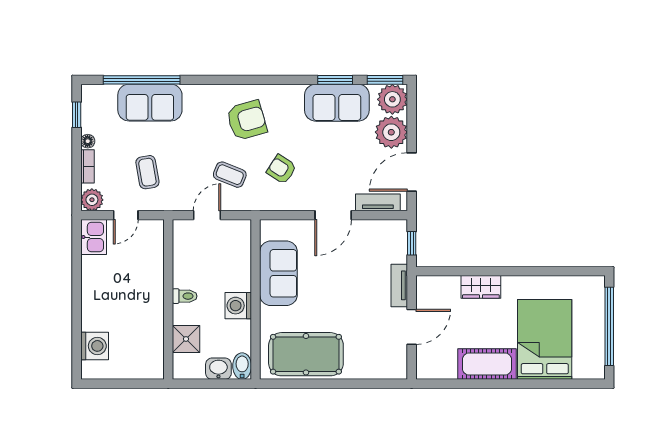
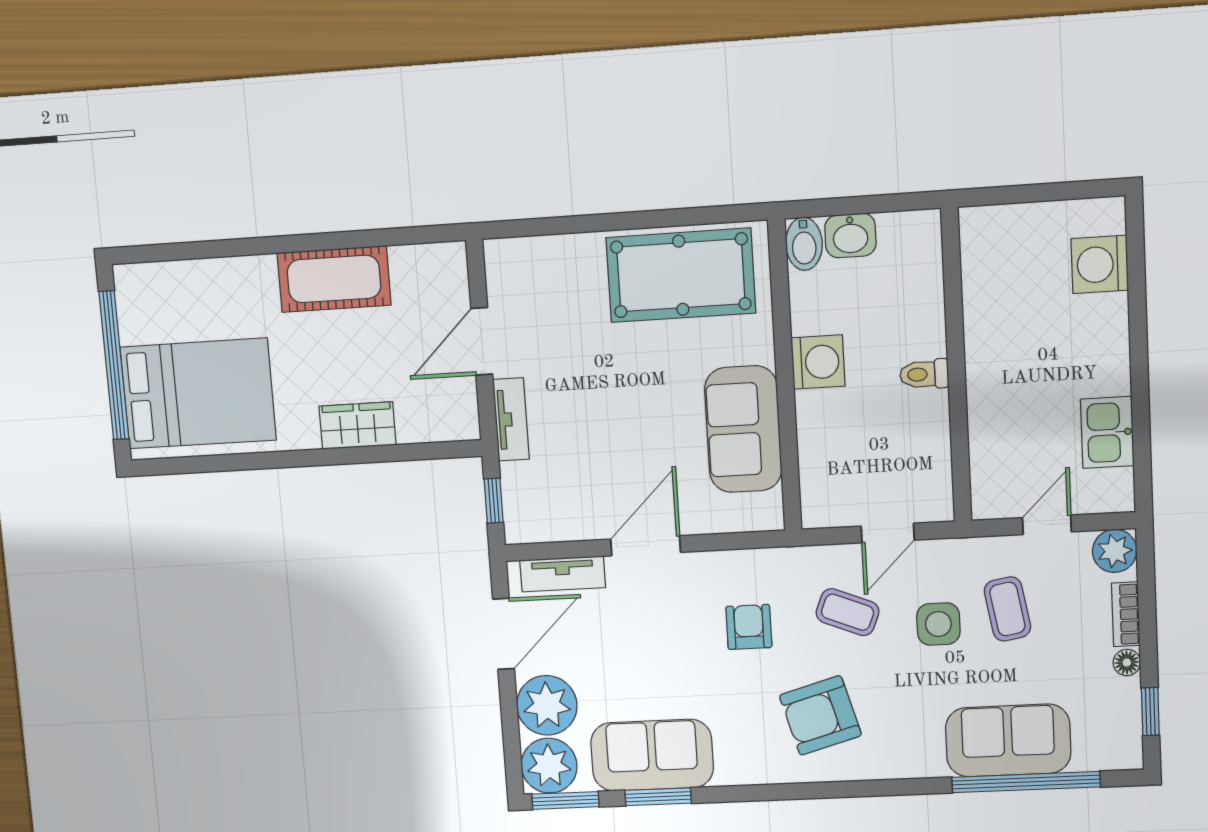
side table: (183, 166) -> (938, 624), added
armchair: (282, 169) -> (749, 627), turned -123
kitchen sink: (94, 237) -> (1107, 432), moved
shower: (186, 339) -> (918, 290), removed
bed: (545, 339) -> (198, 394), moved, turned -90

